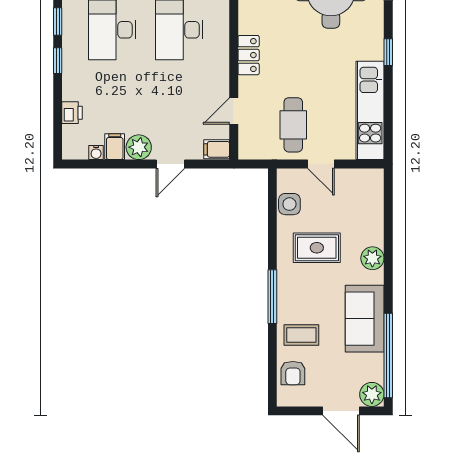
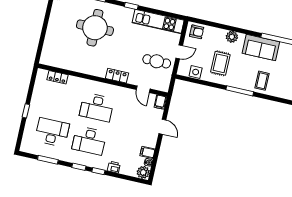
printer: (72, 113) -> (114, 167), moved
plant: (139, 147) -> (143, 172), moved
armchair: (293, 373) -> (197, 32), moved

